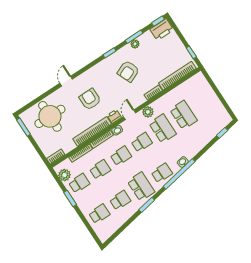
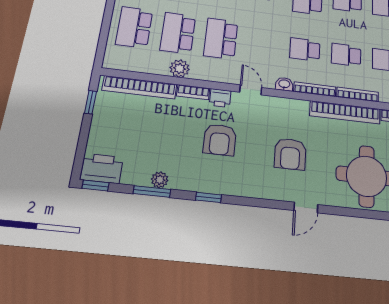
armchair: (128, 71) -> (220, 140), moved, turned 113
plant: (148, 112) -> (180, 68), moved
door: (130, 115) -> (251, 90), swing flipped
printer: (114, 116) -> (220, 98), moved
bookcase: (92, 131) -> (345, 112), moved
school desk: (142, 142) -> (134, 27), moved, width x1.85

